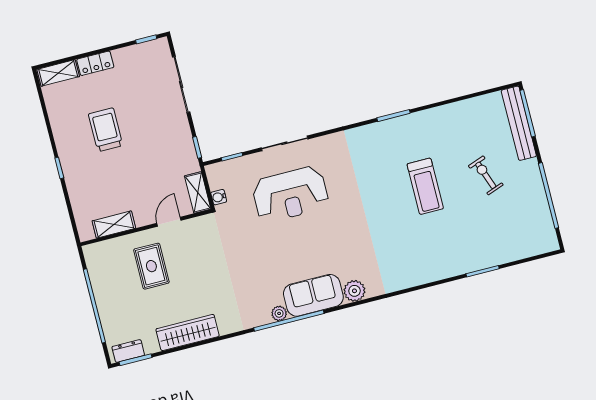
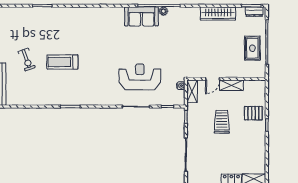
trolley: (106, 130) -> (222, 122), moved, turned 180
pallet: (87, 182) -> (253, 113), added
treadmill: (425, 186) -> (62, 62), turned -90
shelving: (114, 225) -> (231, 85), moved
rug: (151, 266) -> (252, 48), moved
plant: (354, 291) -> (118, 13), removed

